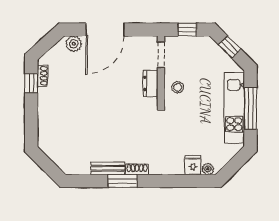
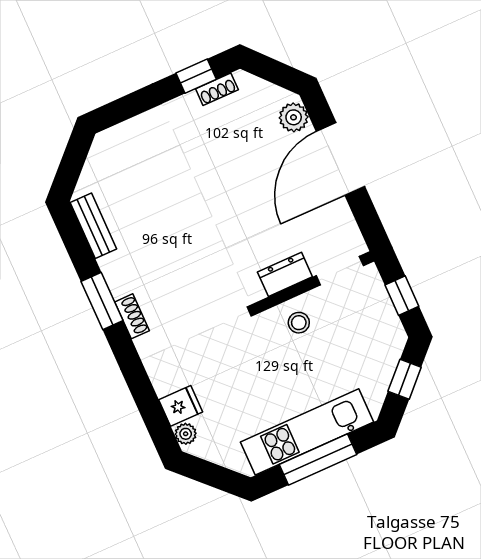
door: (105, 30) -> (340, 159), hinge flipped
bench: (108, 168) -> (93, 226), moved

